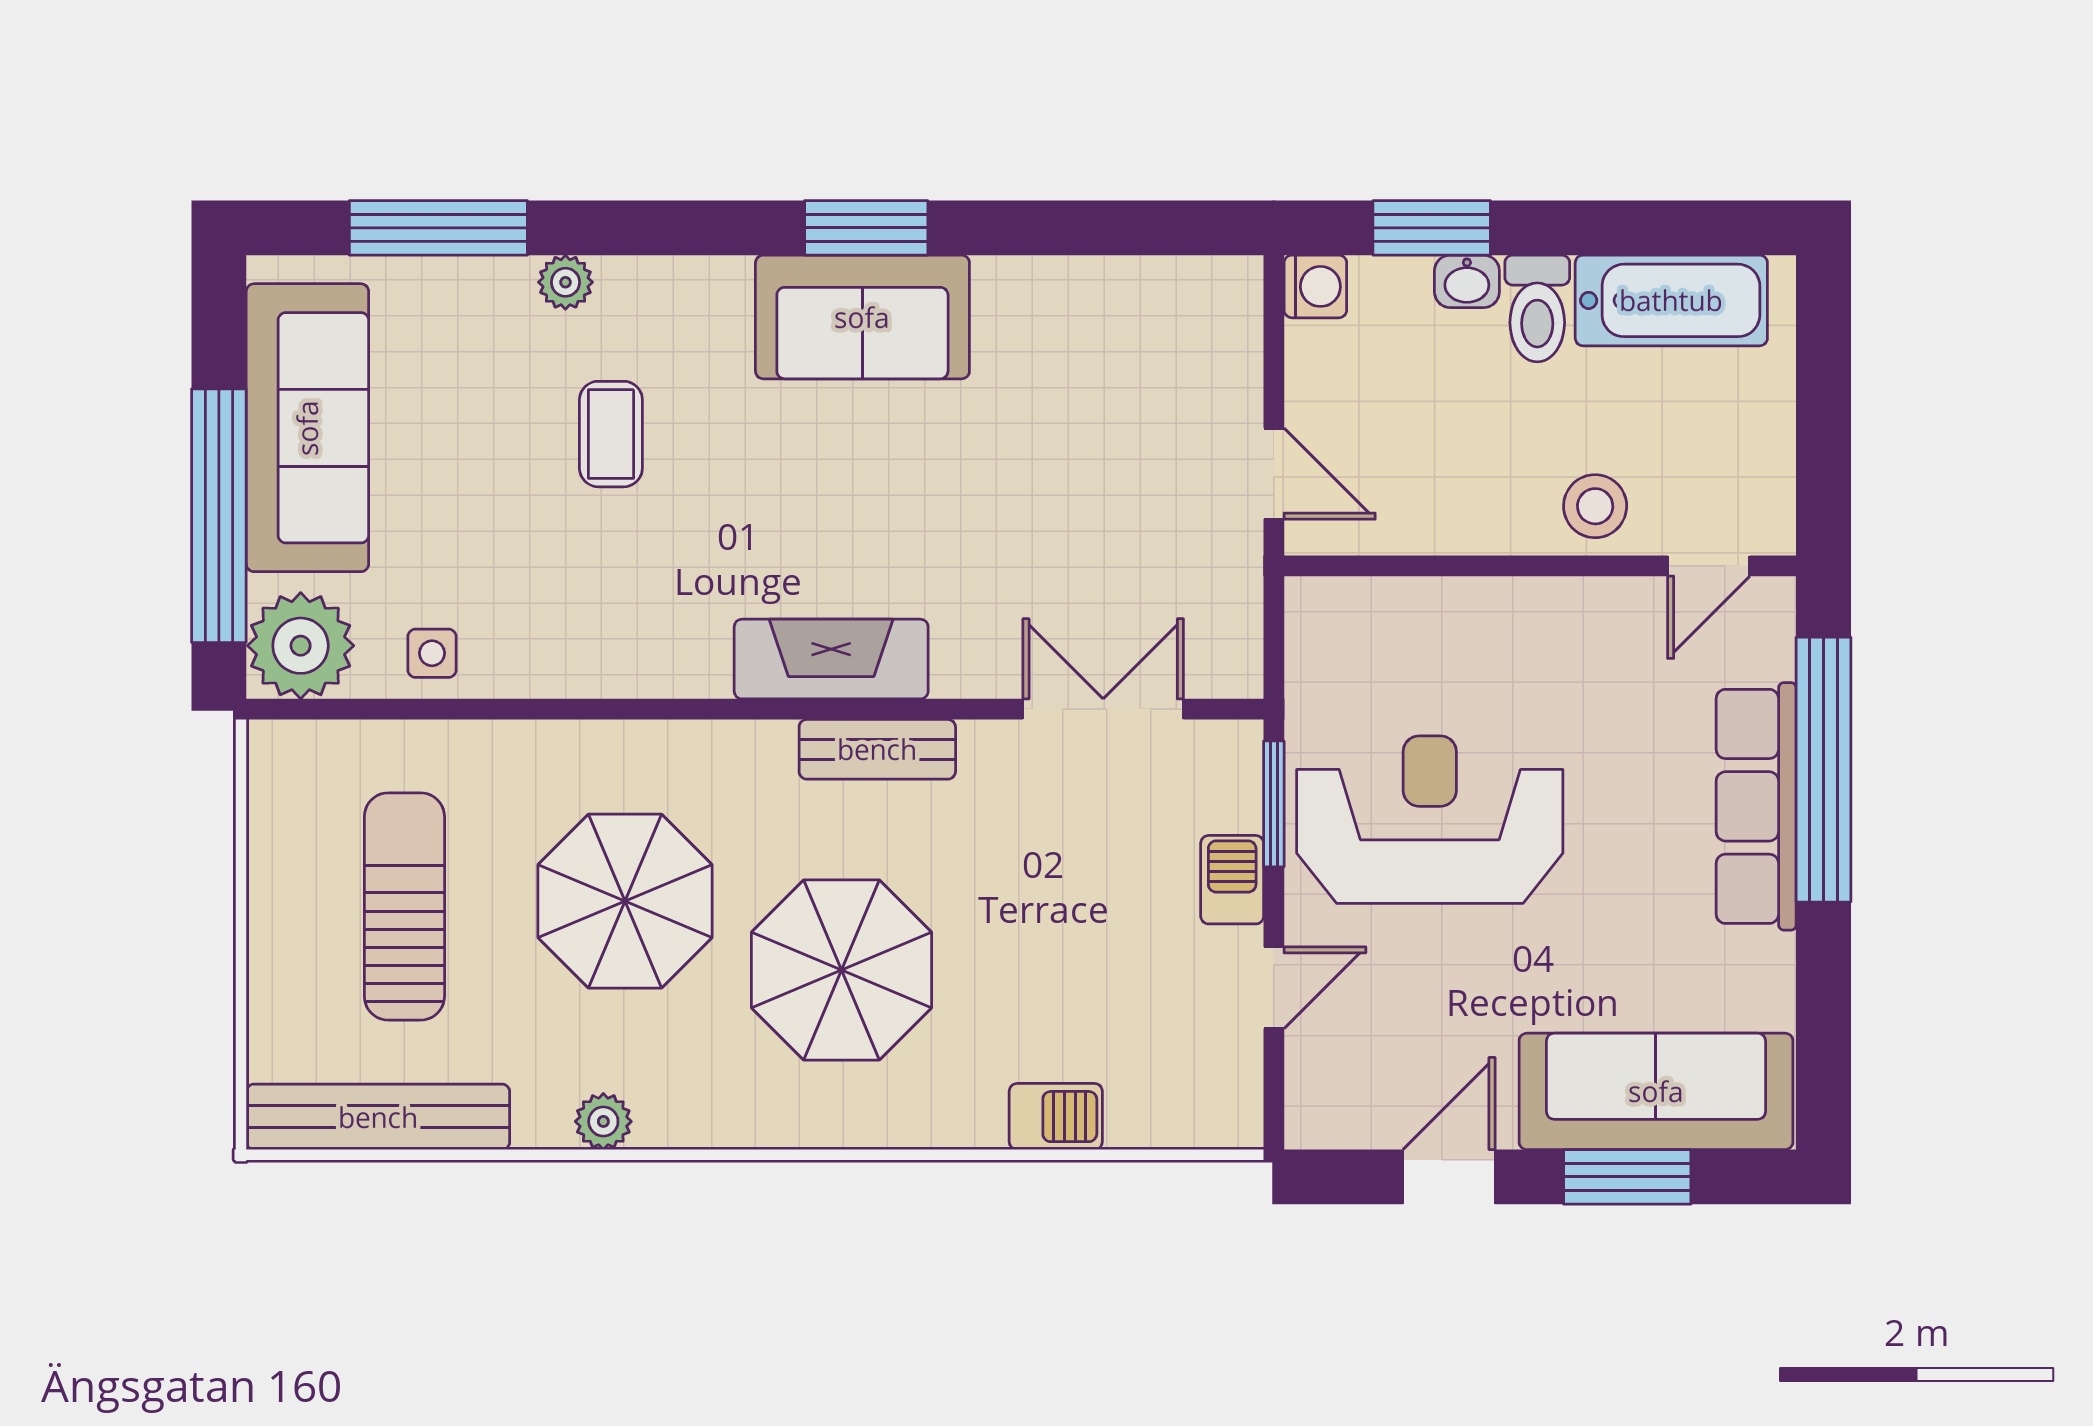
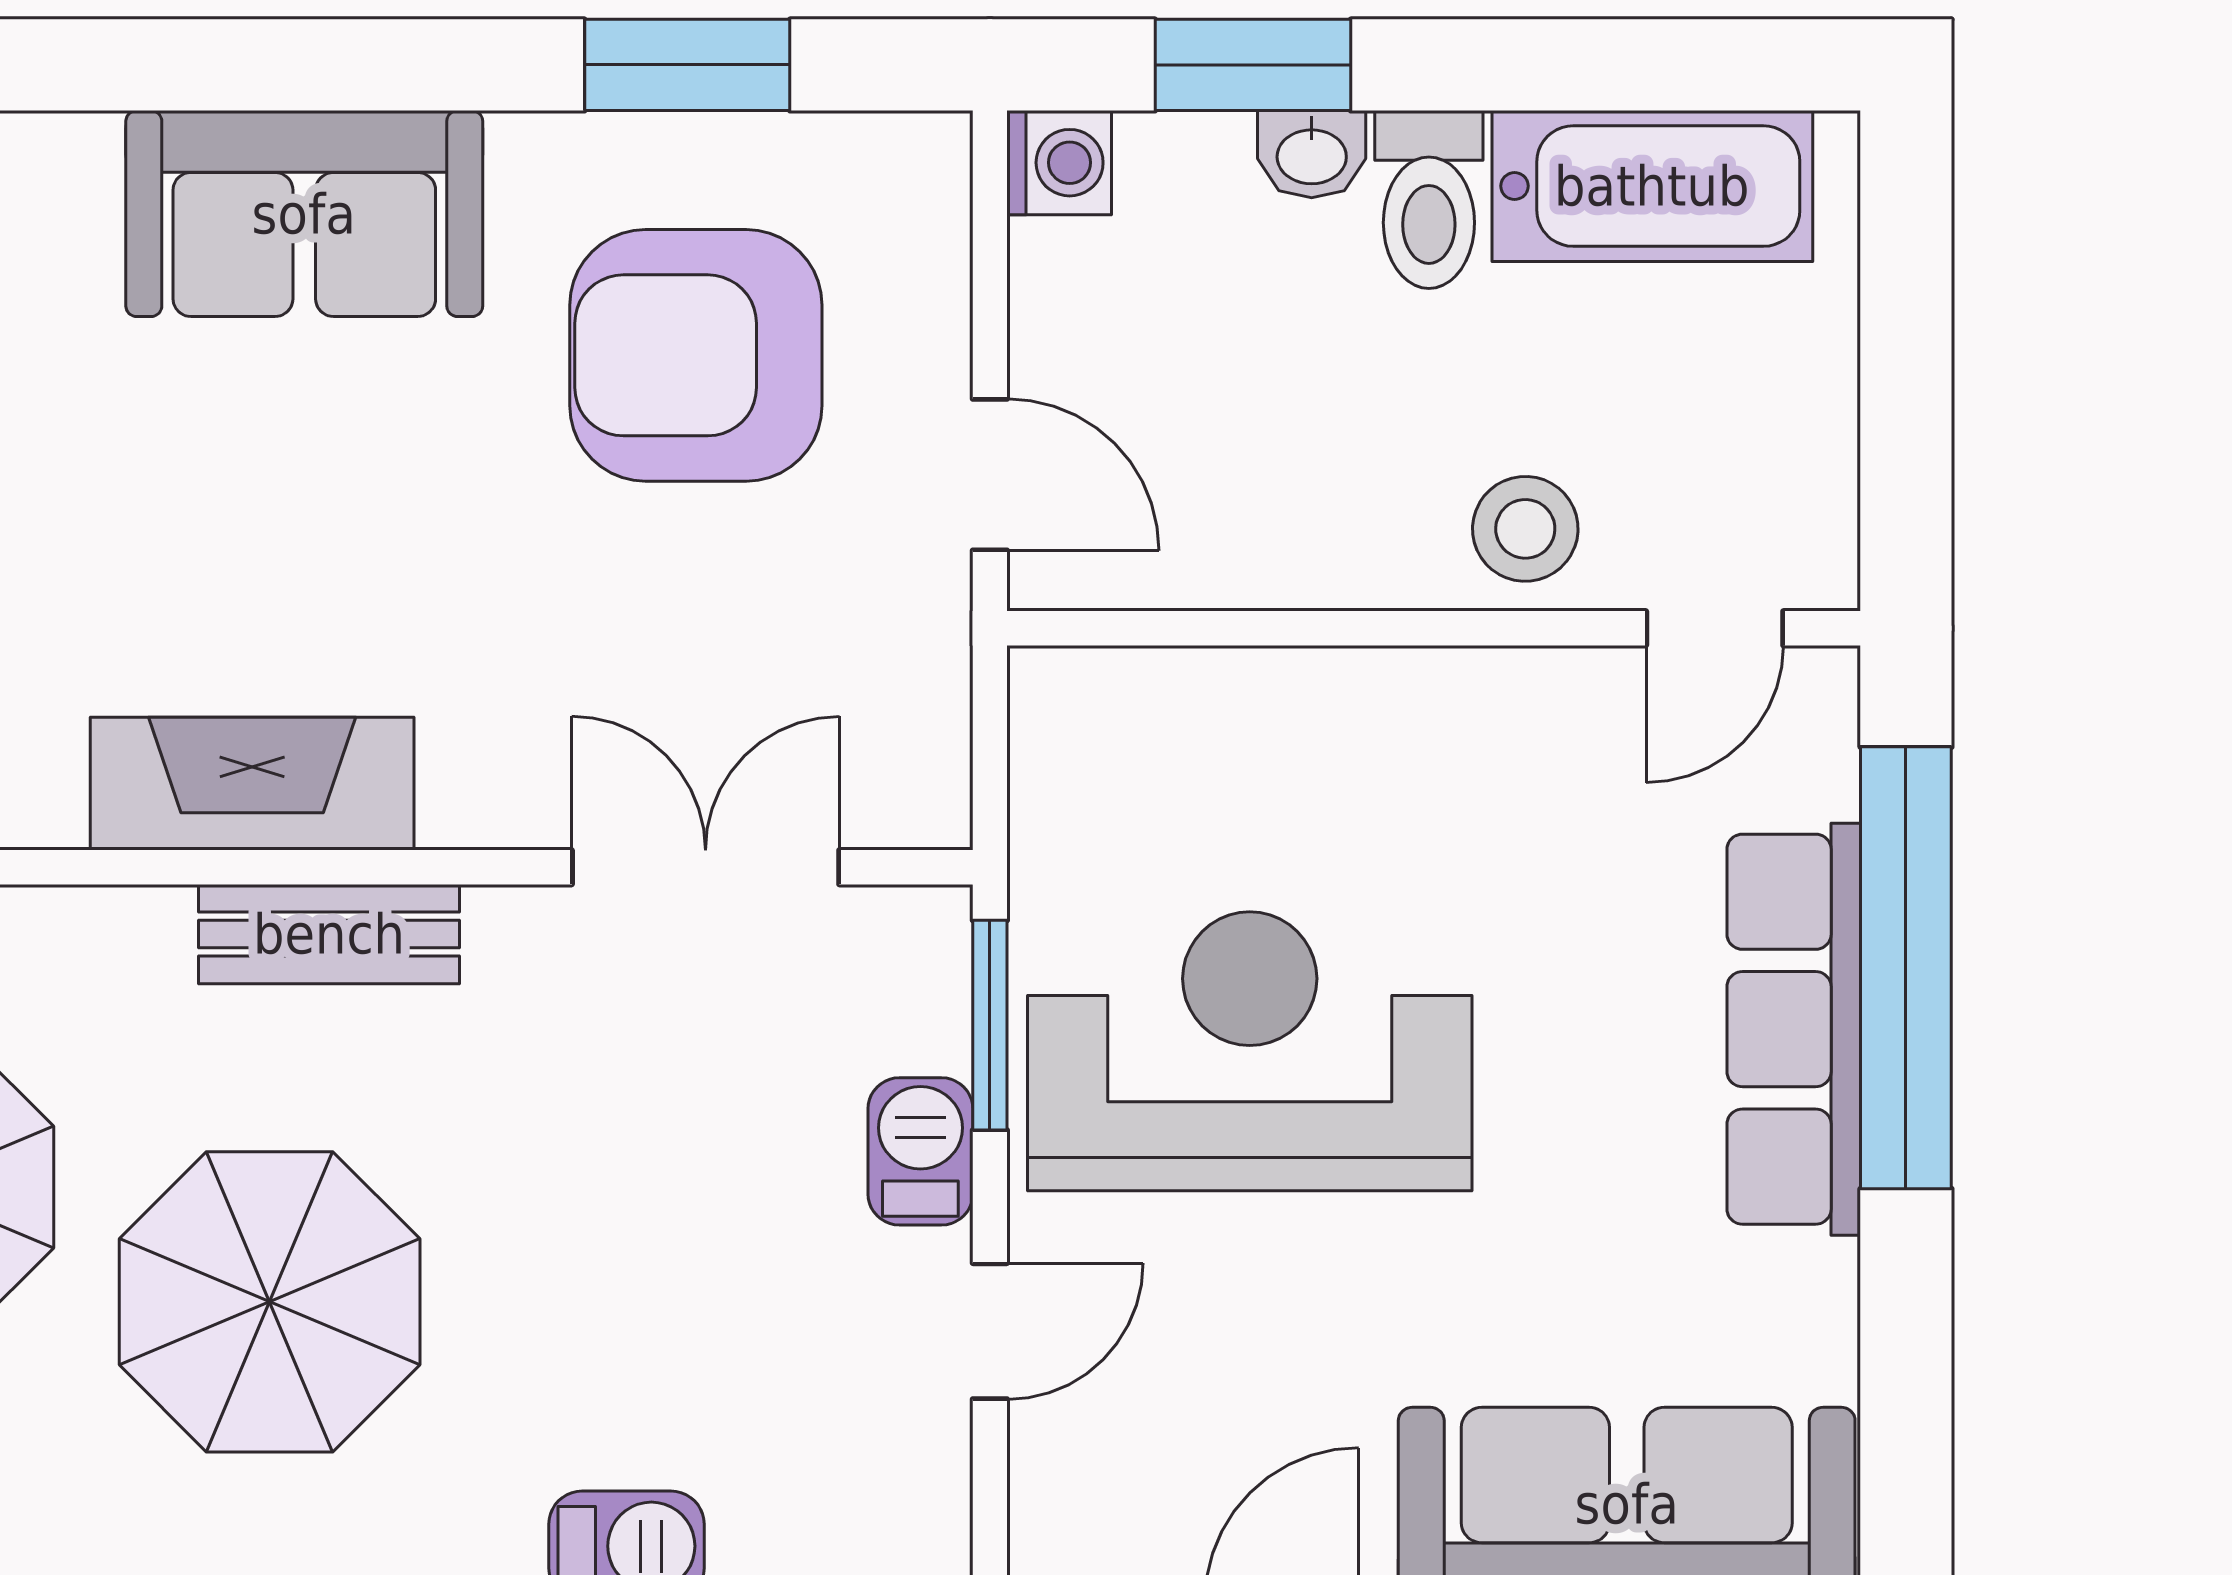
window: (866, 228) -> (687, 65), moved
armchair: (1097, 402) -> (696, 355), added

